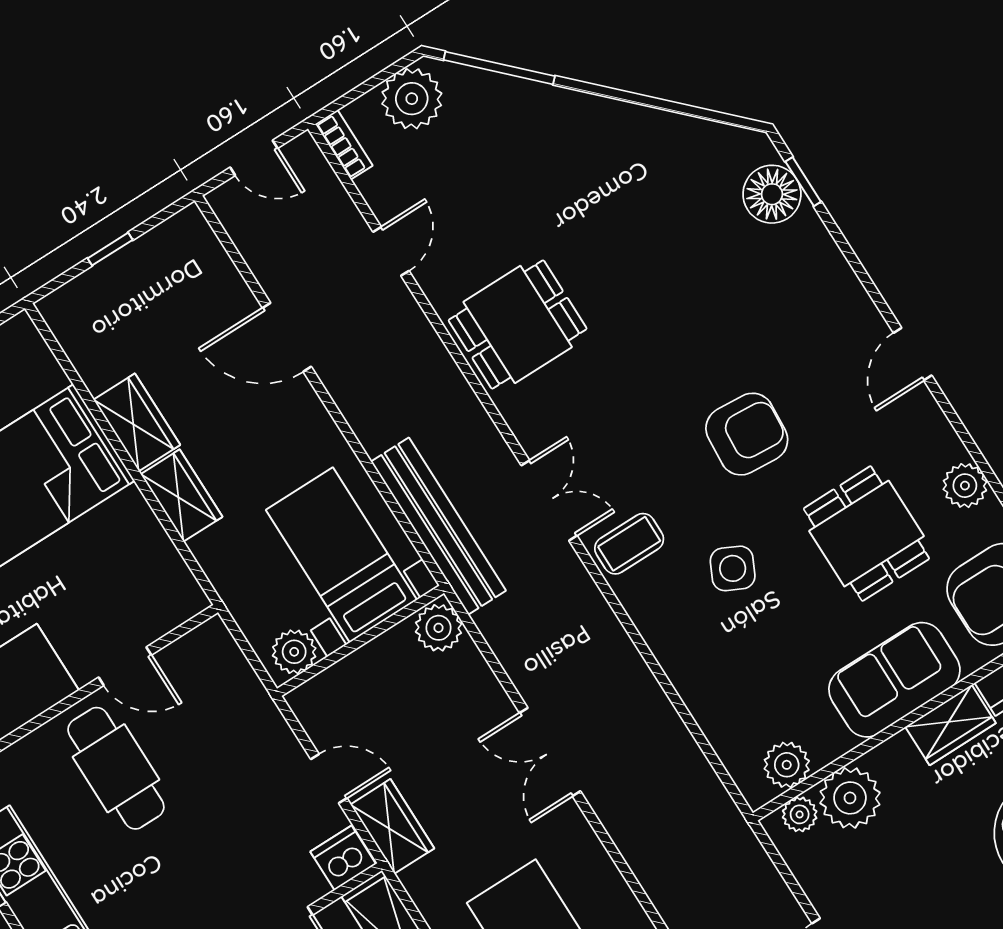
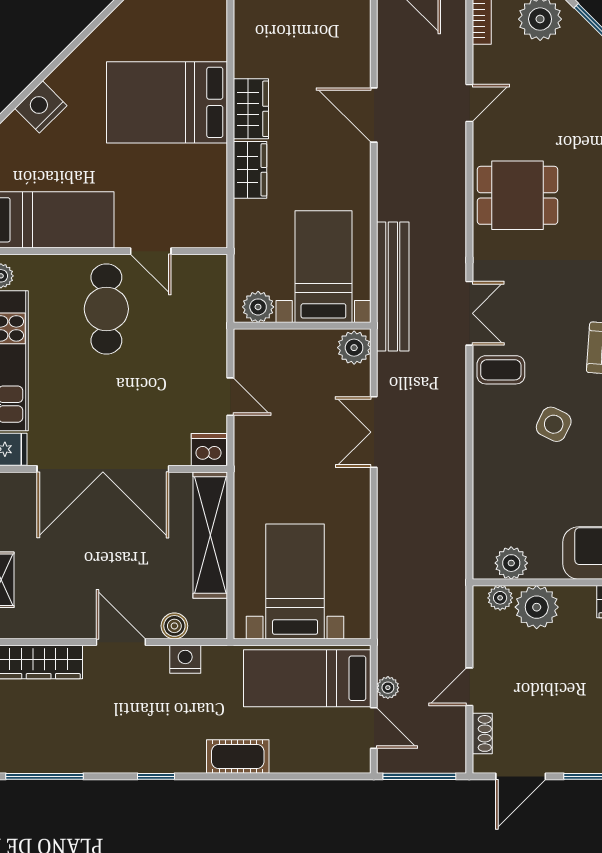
double door: (550, 752) -> (374, 432), moved
wardrobe: (392, 826) -> (250, 450), removed

